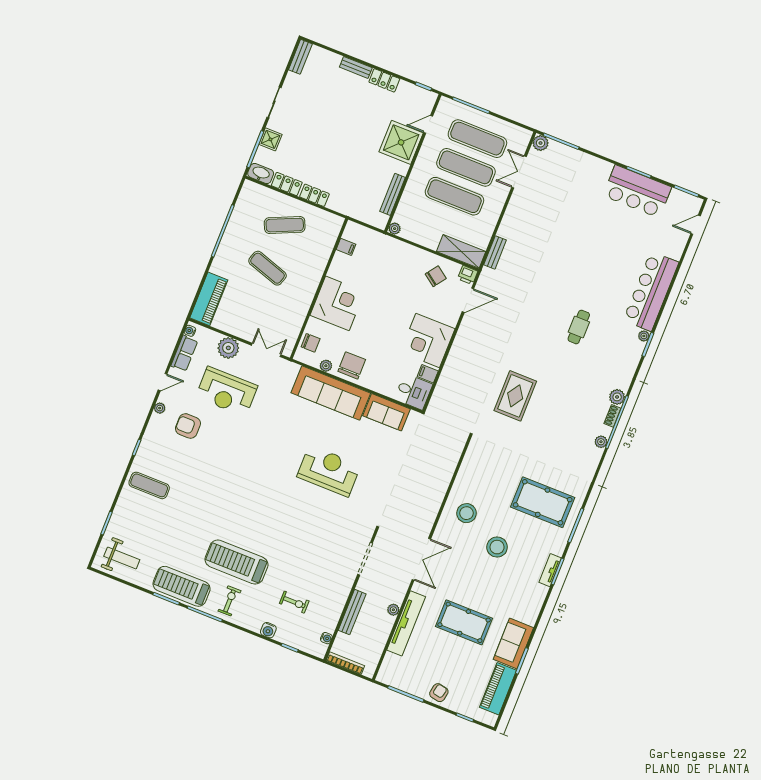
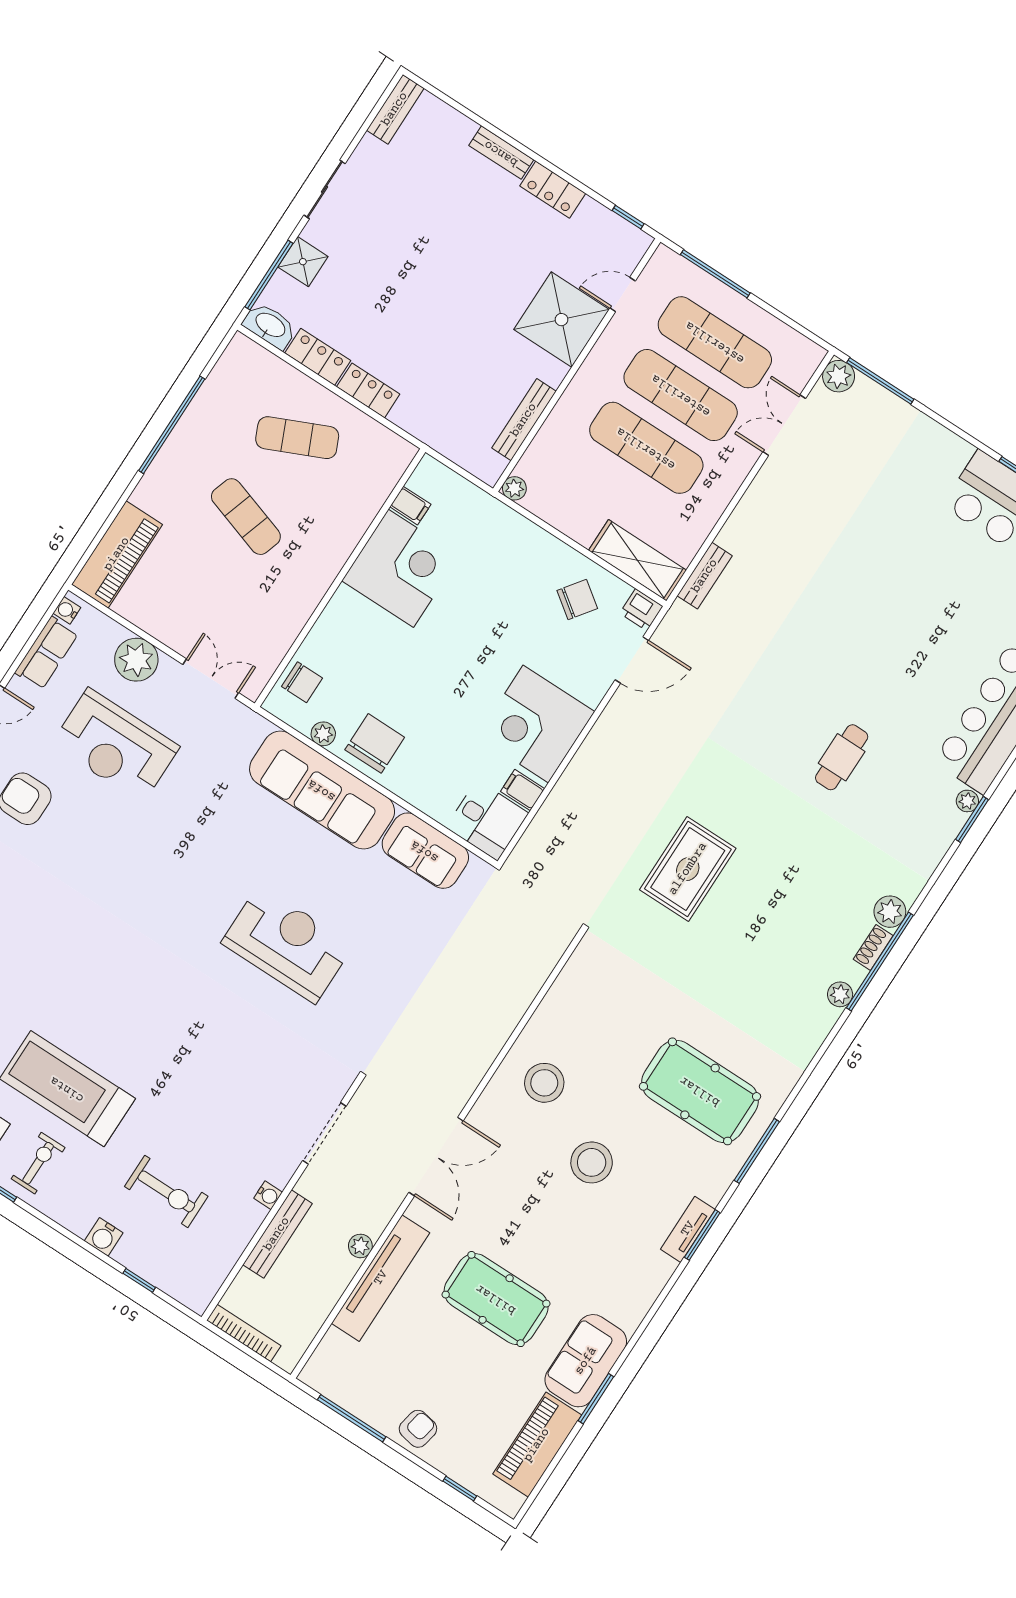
corner desk: (337, 303) -> (401, 568), moved
exercise bike: (294, 602) -> (166, 1191), width x1.38, depth x1.39
water cooler: (326, 638) -> (268, 1195), moved

